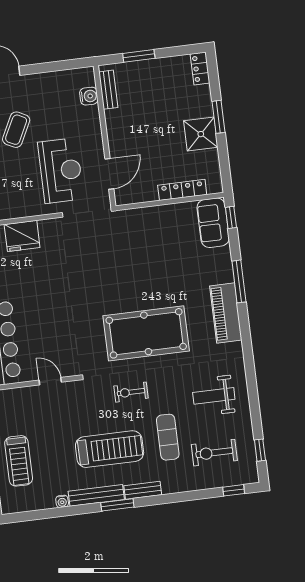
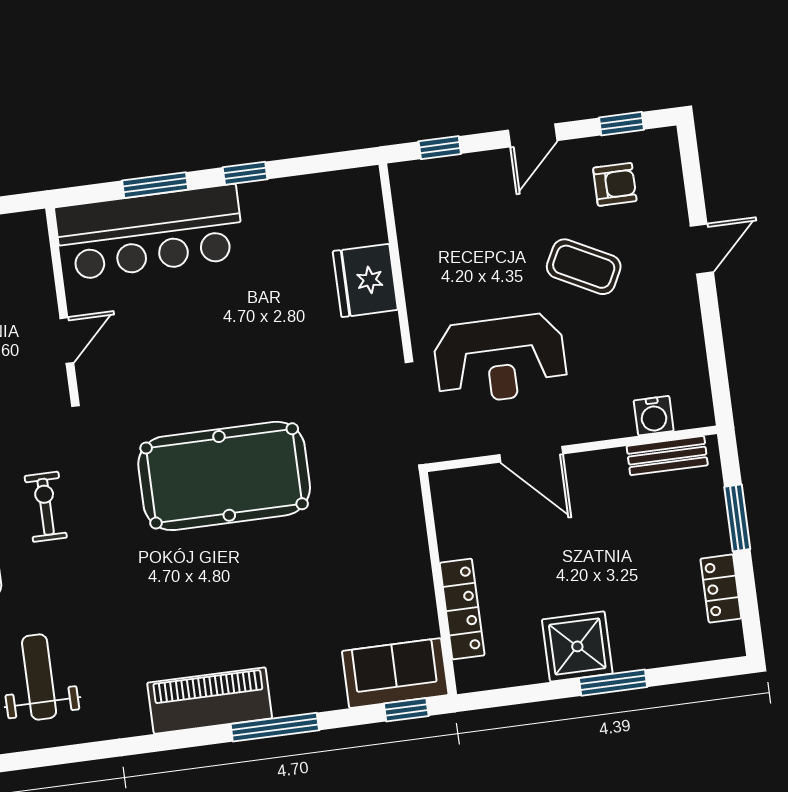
locker: (200, 69) -> (721, 589), moved, turned -90
door: (109, 174) -> (531, 454), moved
pool table: (146, 333) -> (224, 476), moved, turned 90

